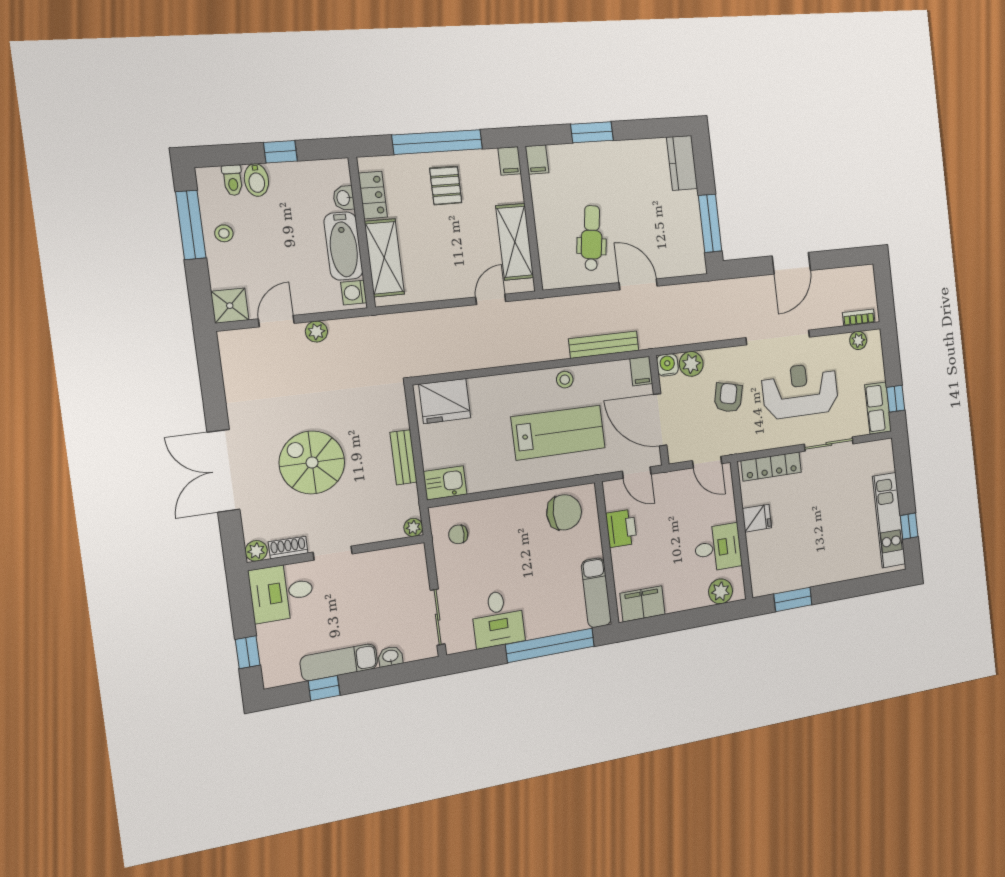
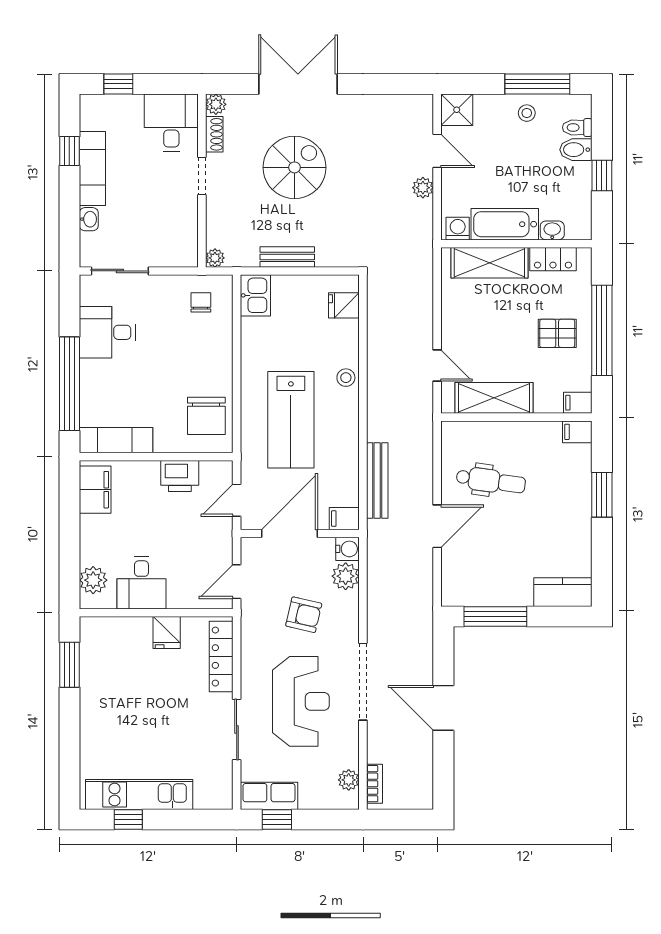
stool: (565, 380) -> (346, 378), moved
fridge: (445, 401) -> (344, 305), width x0.53, depth x0.75

